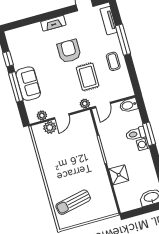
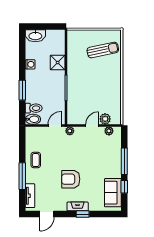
window: (45, 17) -> (83, 214), added
armchair: (69, 51) -> (71, 179), turned 90
rug: (88, 77) -> (61, 153), removed
sofa: (28, 84) -> (113, 193), moved
toilet: (136, 134) -> (34, 108), moved
washing machine: (143, 144) -> (30, 64), moved

